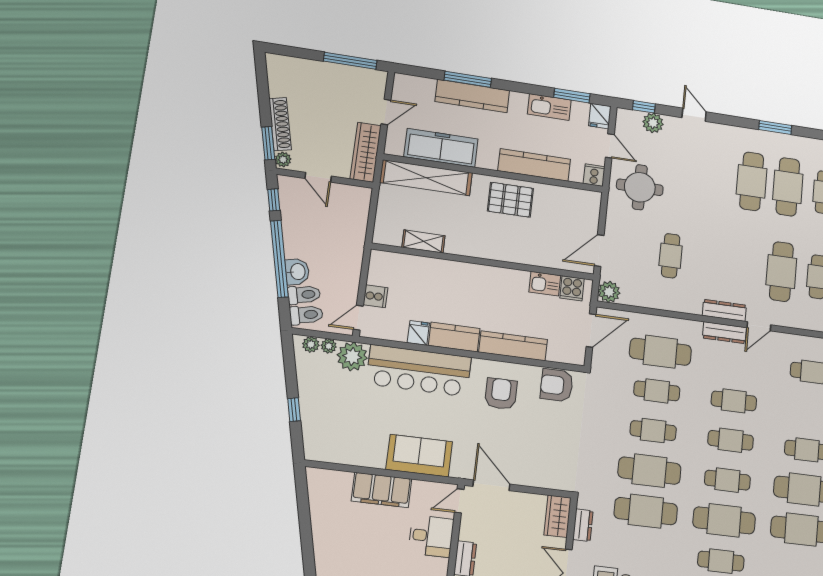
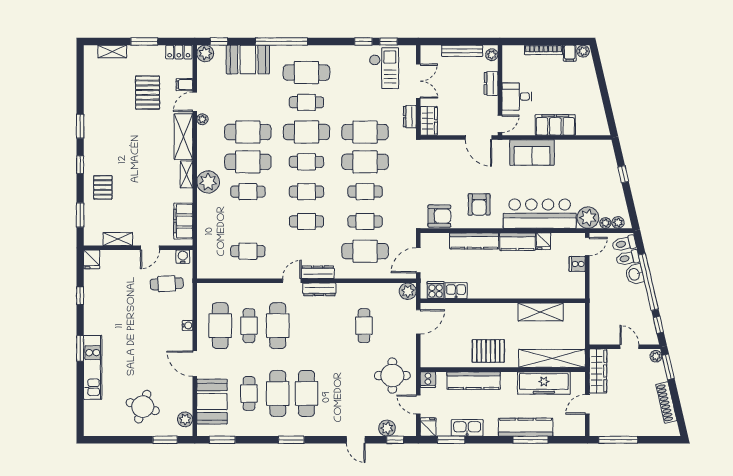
shoe rack: (280, 124) -> (666, 403), moved
shelving: (423, 241) -> (541, 312), width x1.50, depth x1.33

